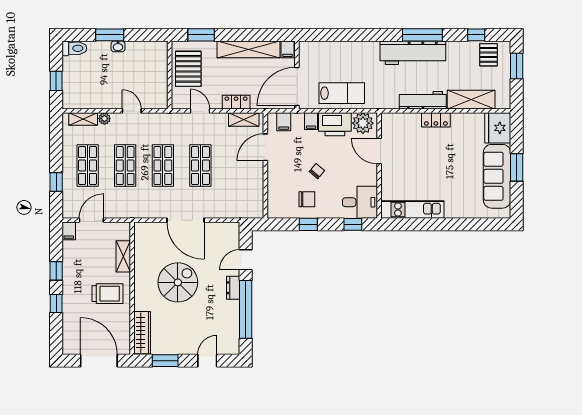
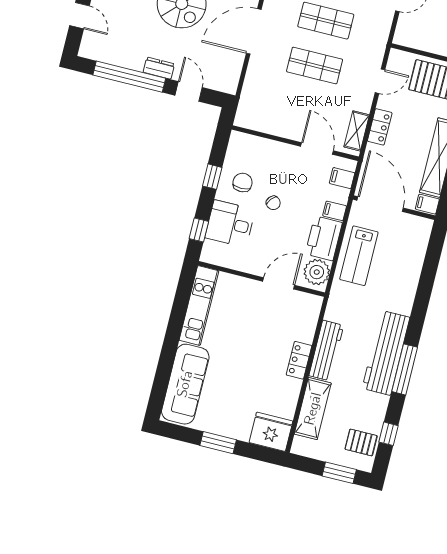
sofa: (497, 176) -> (185, 384), moved, turned 90
chair: (307, 199) -> (243, 183), turned 180
desk: (360, 202) -> (230, 224), moved, turned 90

